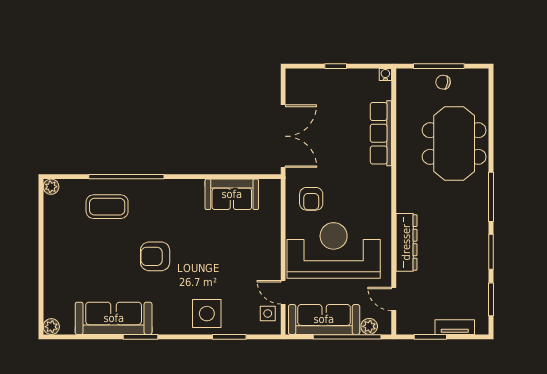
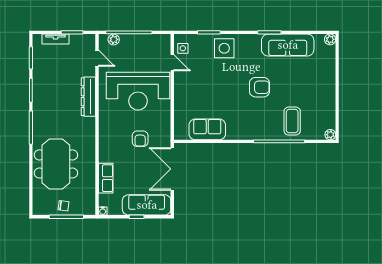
row of seats: (381, 133) -> (106, 178), width x0.68
armchair: (311, 199) -> (140, 139), moved, turned 180
coffee table: (107, 207) -> (292, 121), turned 90
sofa: (324, 319) -> (147, 205), moved, turned 180

